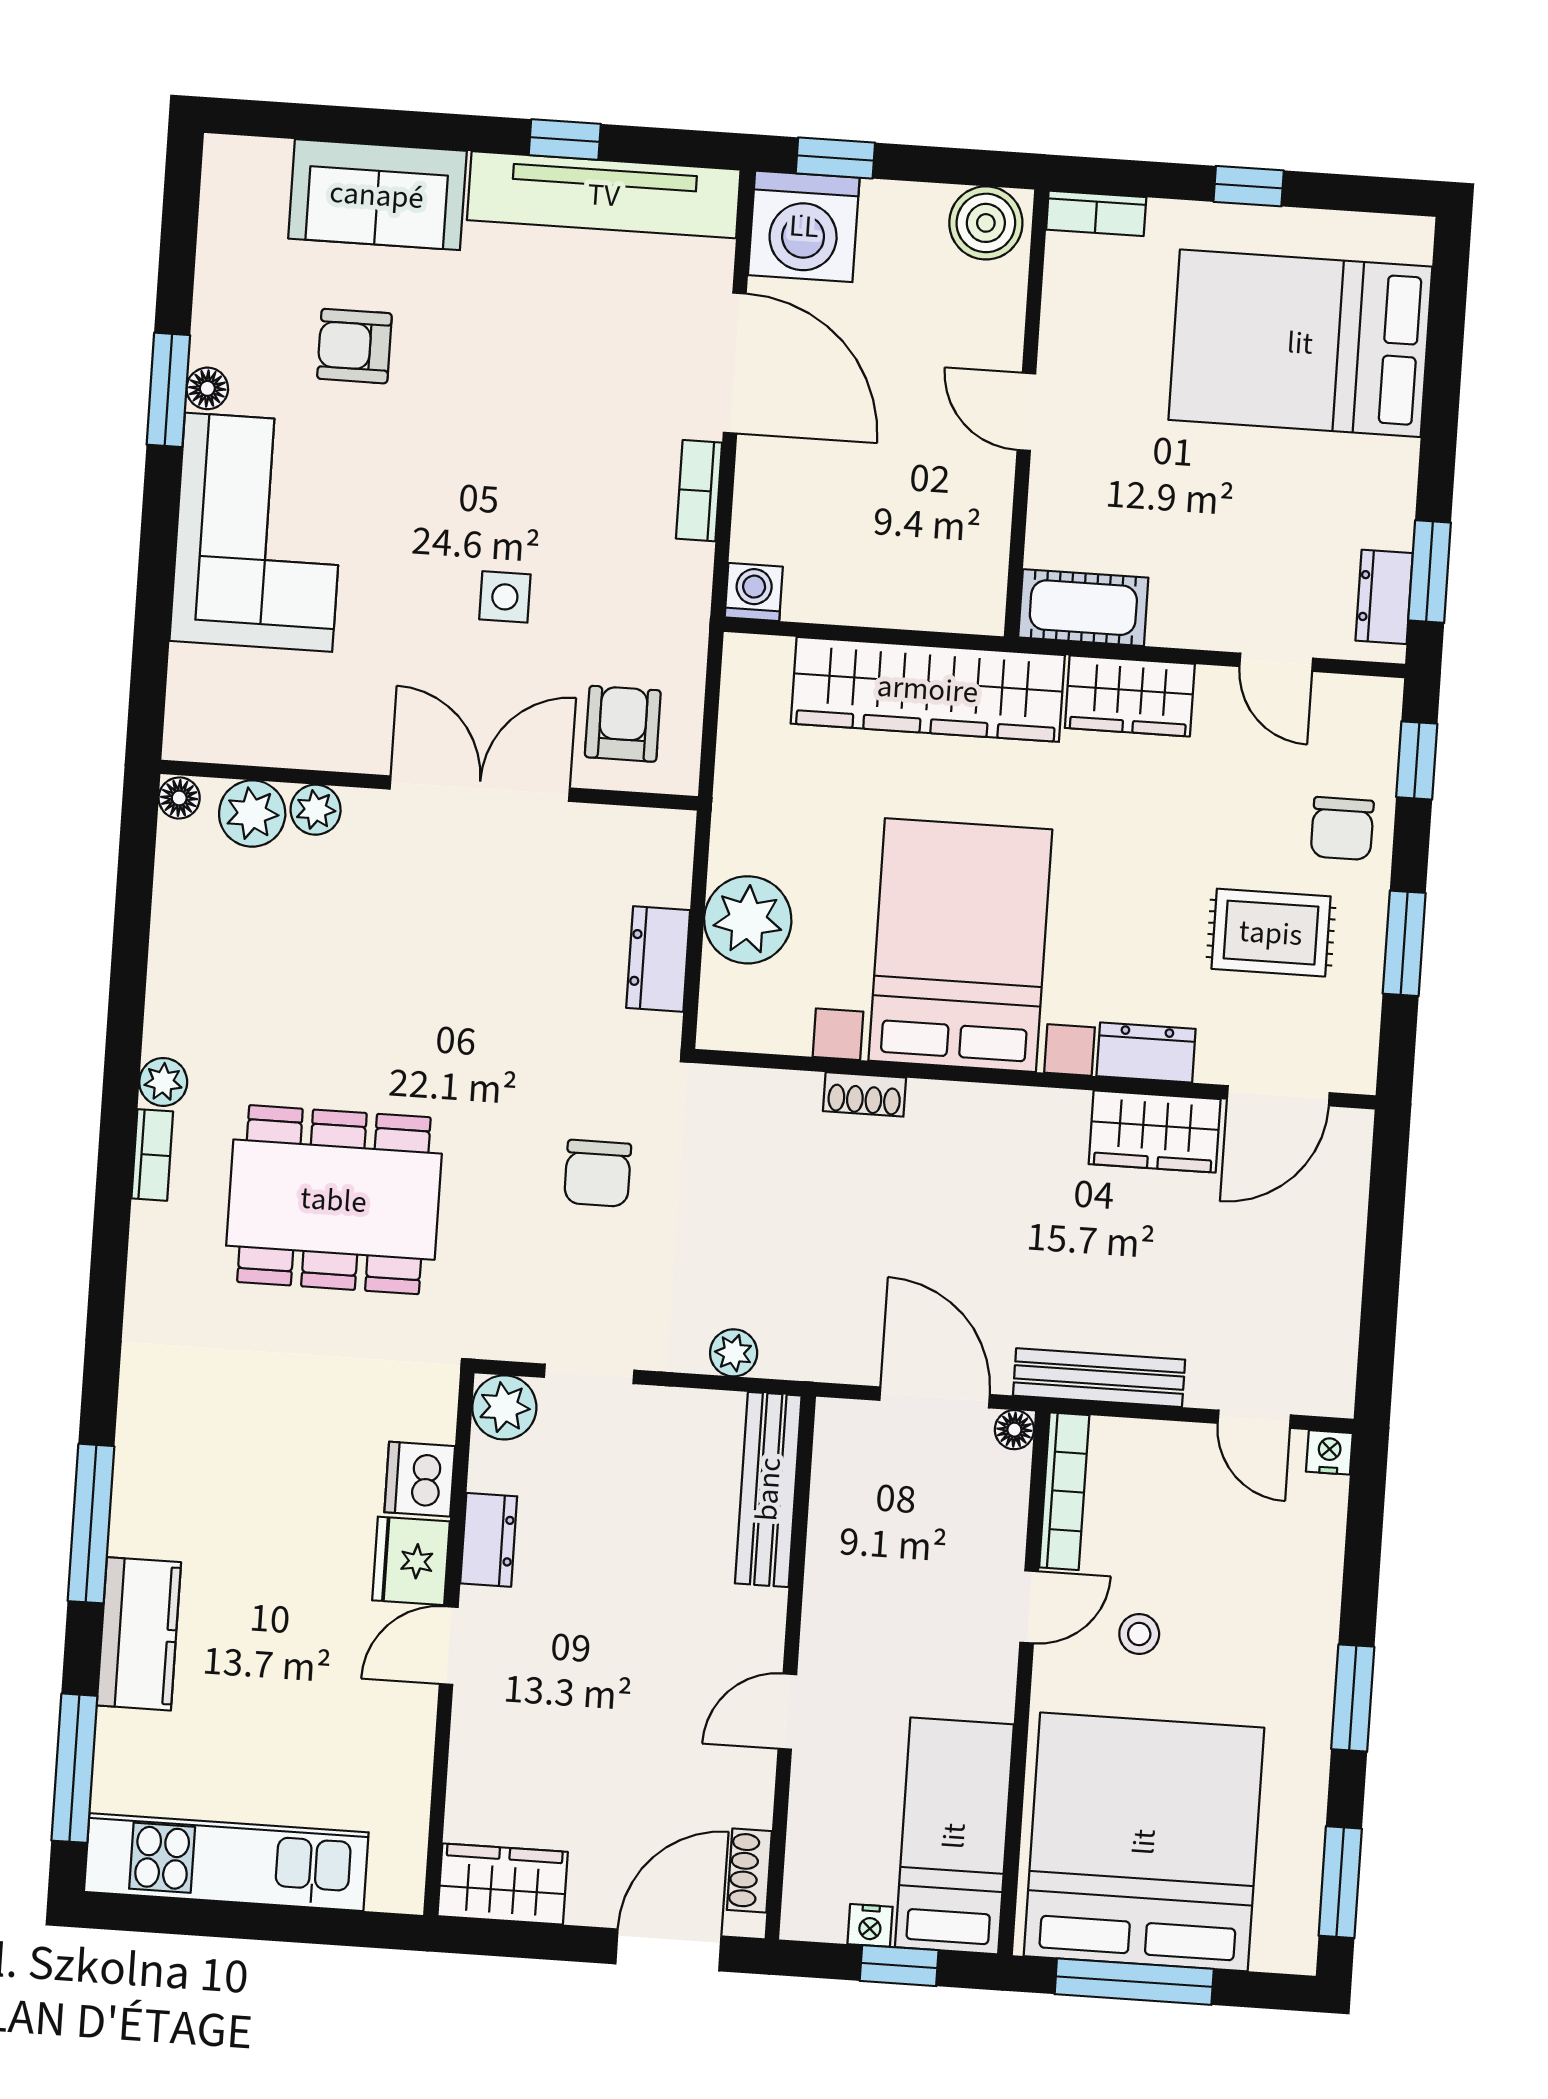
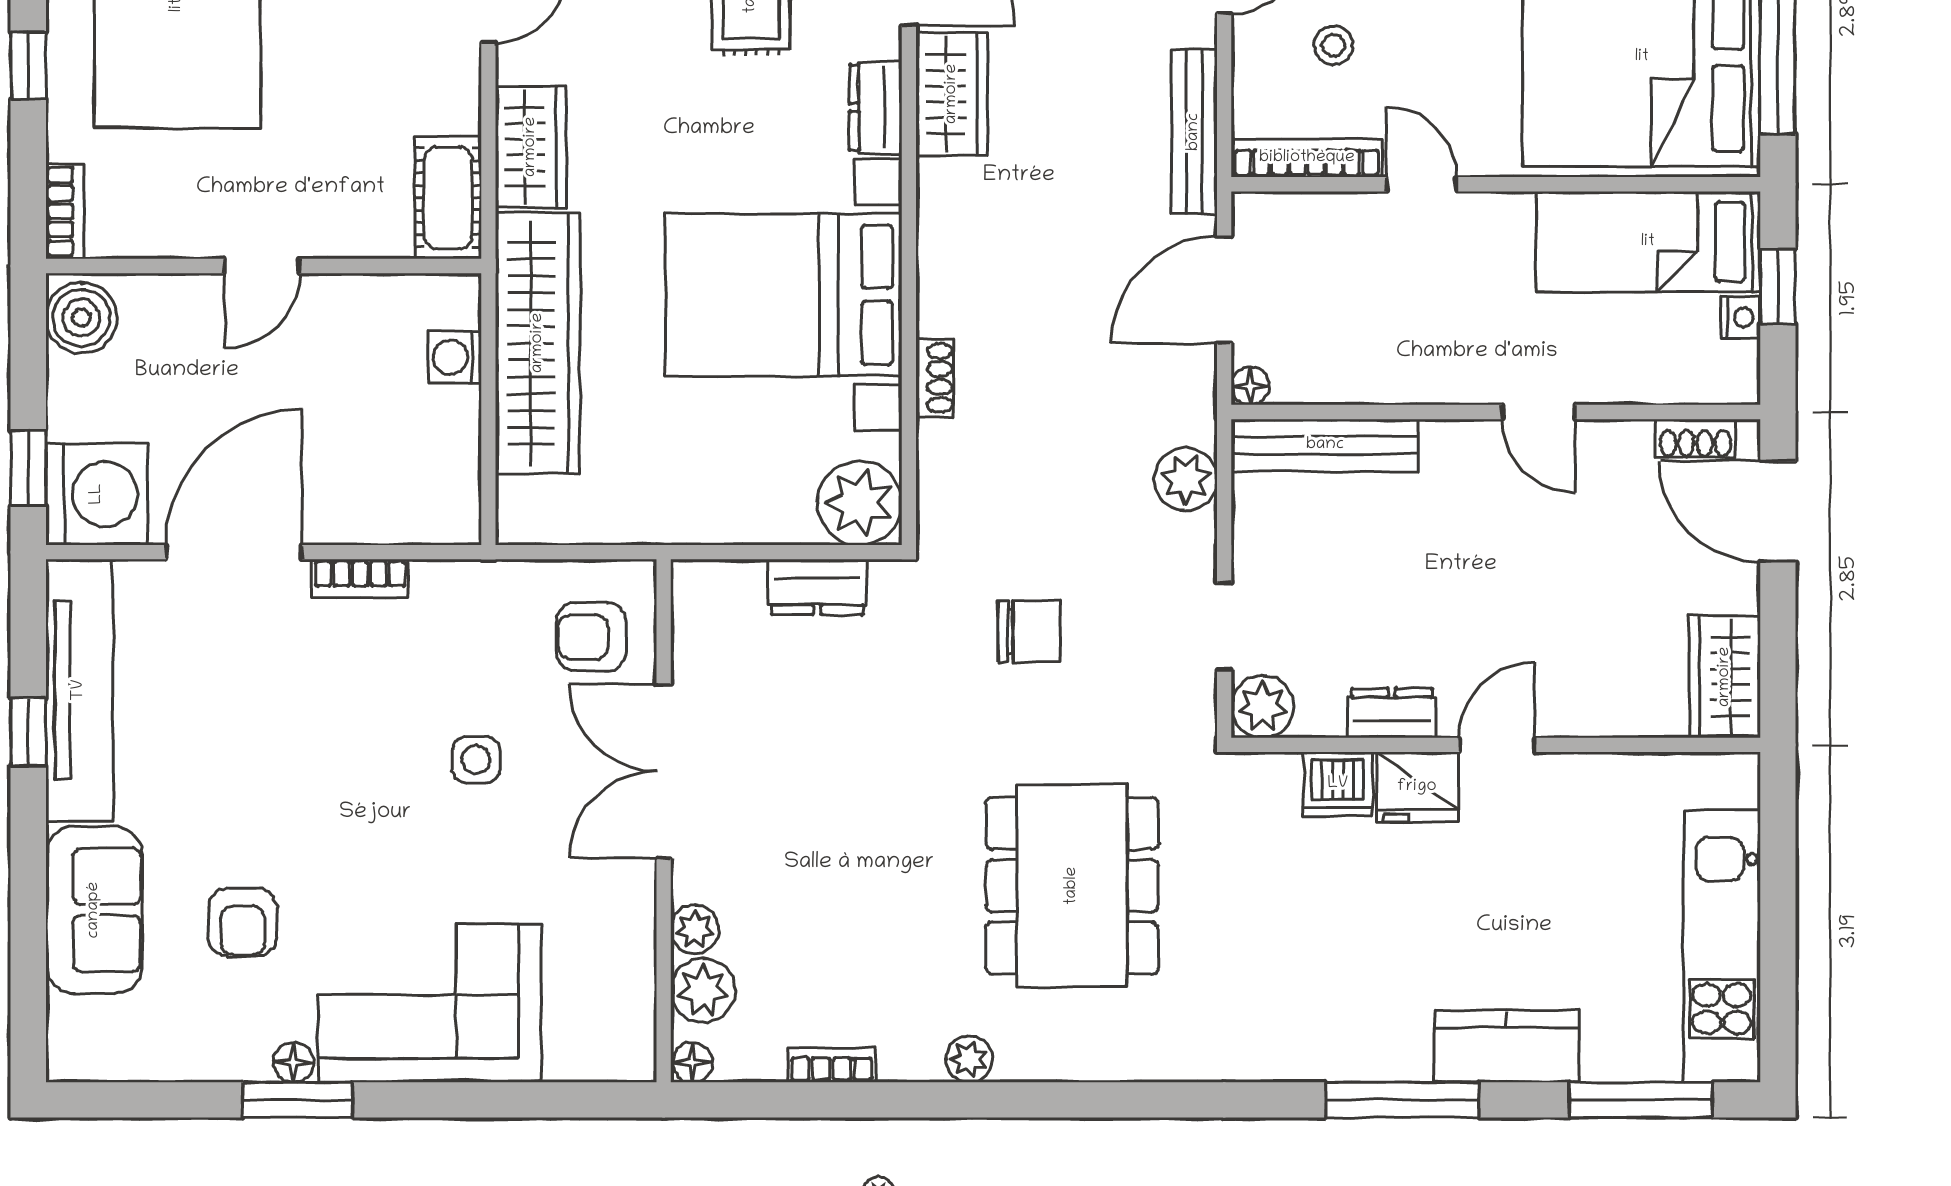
washing machine: (754, 592) -> (455, 357), moved
plant: (748, 920) -> (859, 503), moved
bookcase: (152, 1155) -> (832, 1065), moved
plant: (734, 1353) -> (1186, 479), width x1.38, depth x1.38
floor lamp: (1014, 1430) -> (1250, 386), moved
stool: (1139, 1634) -> (1334, 45), moved
door: (449, 1646) -> (1497, 745), swing flipped

